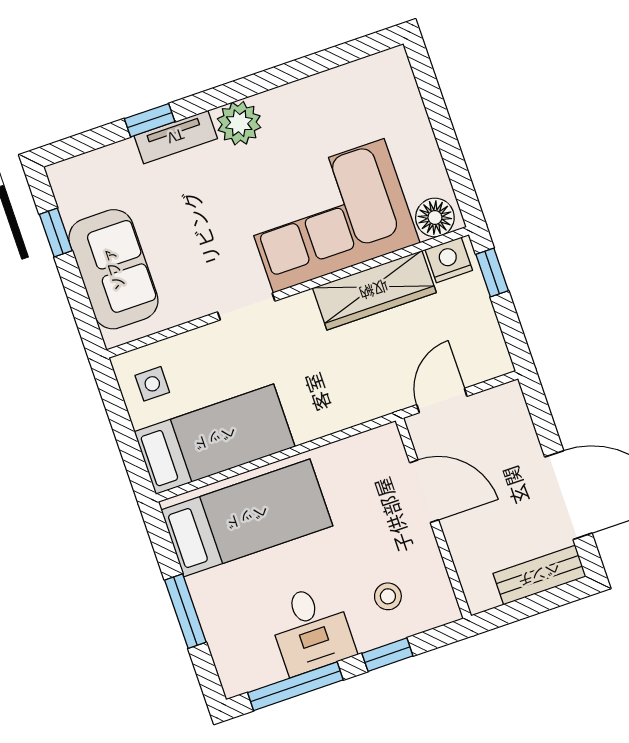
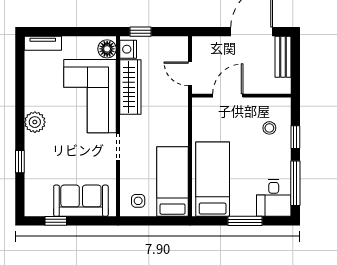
tv unit: (176, 137) -> (43, 43), moved, turned 90
desk: (311, 629) -> (274, 198), moved, turned 90

